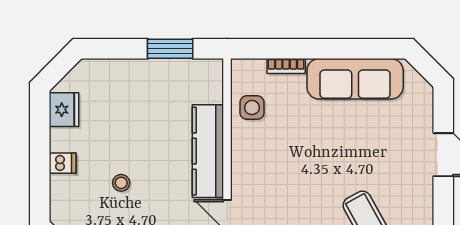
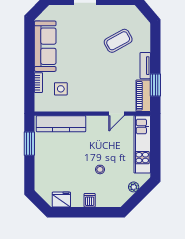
side table: (252, 108) -> (61, 89), moved
kitchen counter: (208, 151) -> (61, 124), moved

